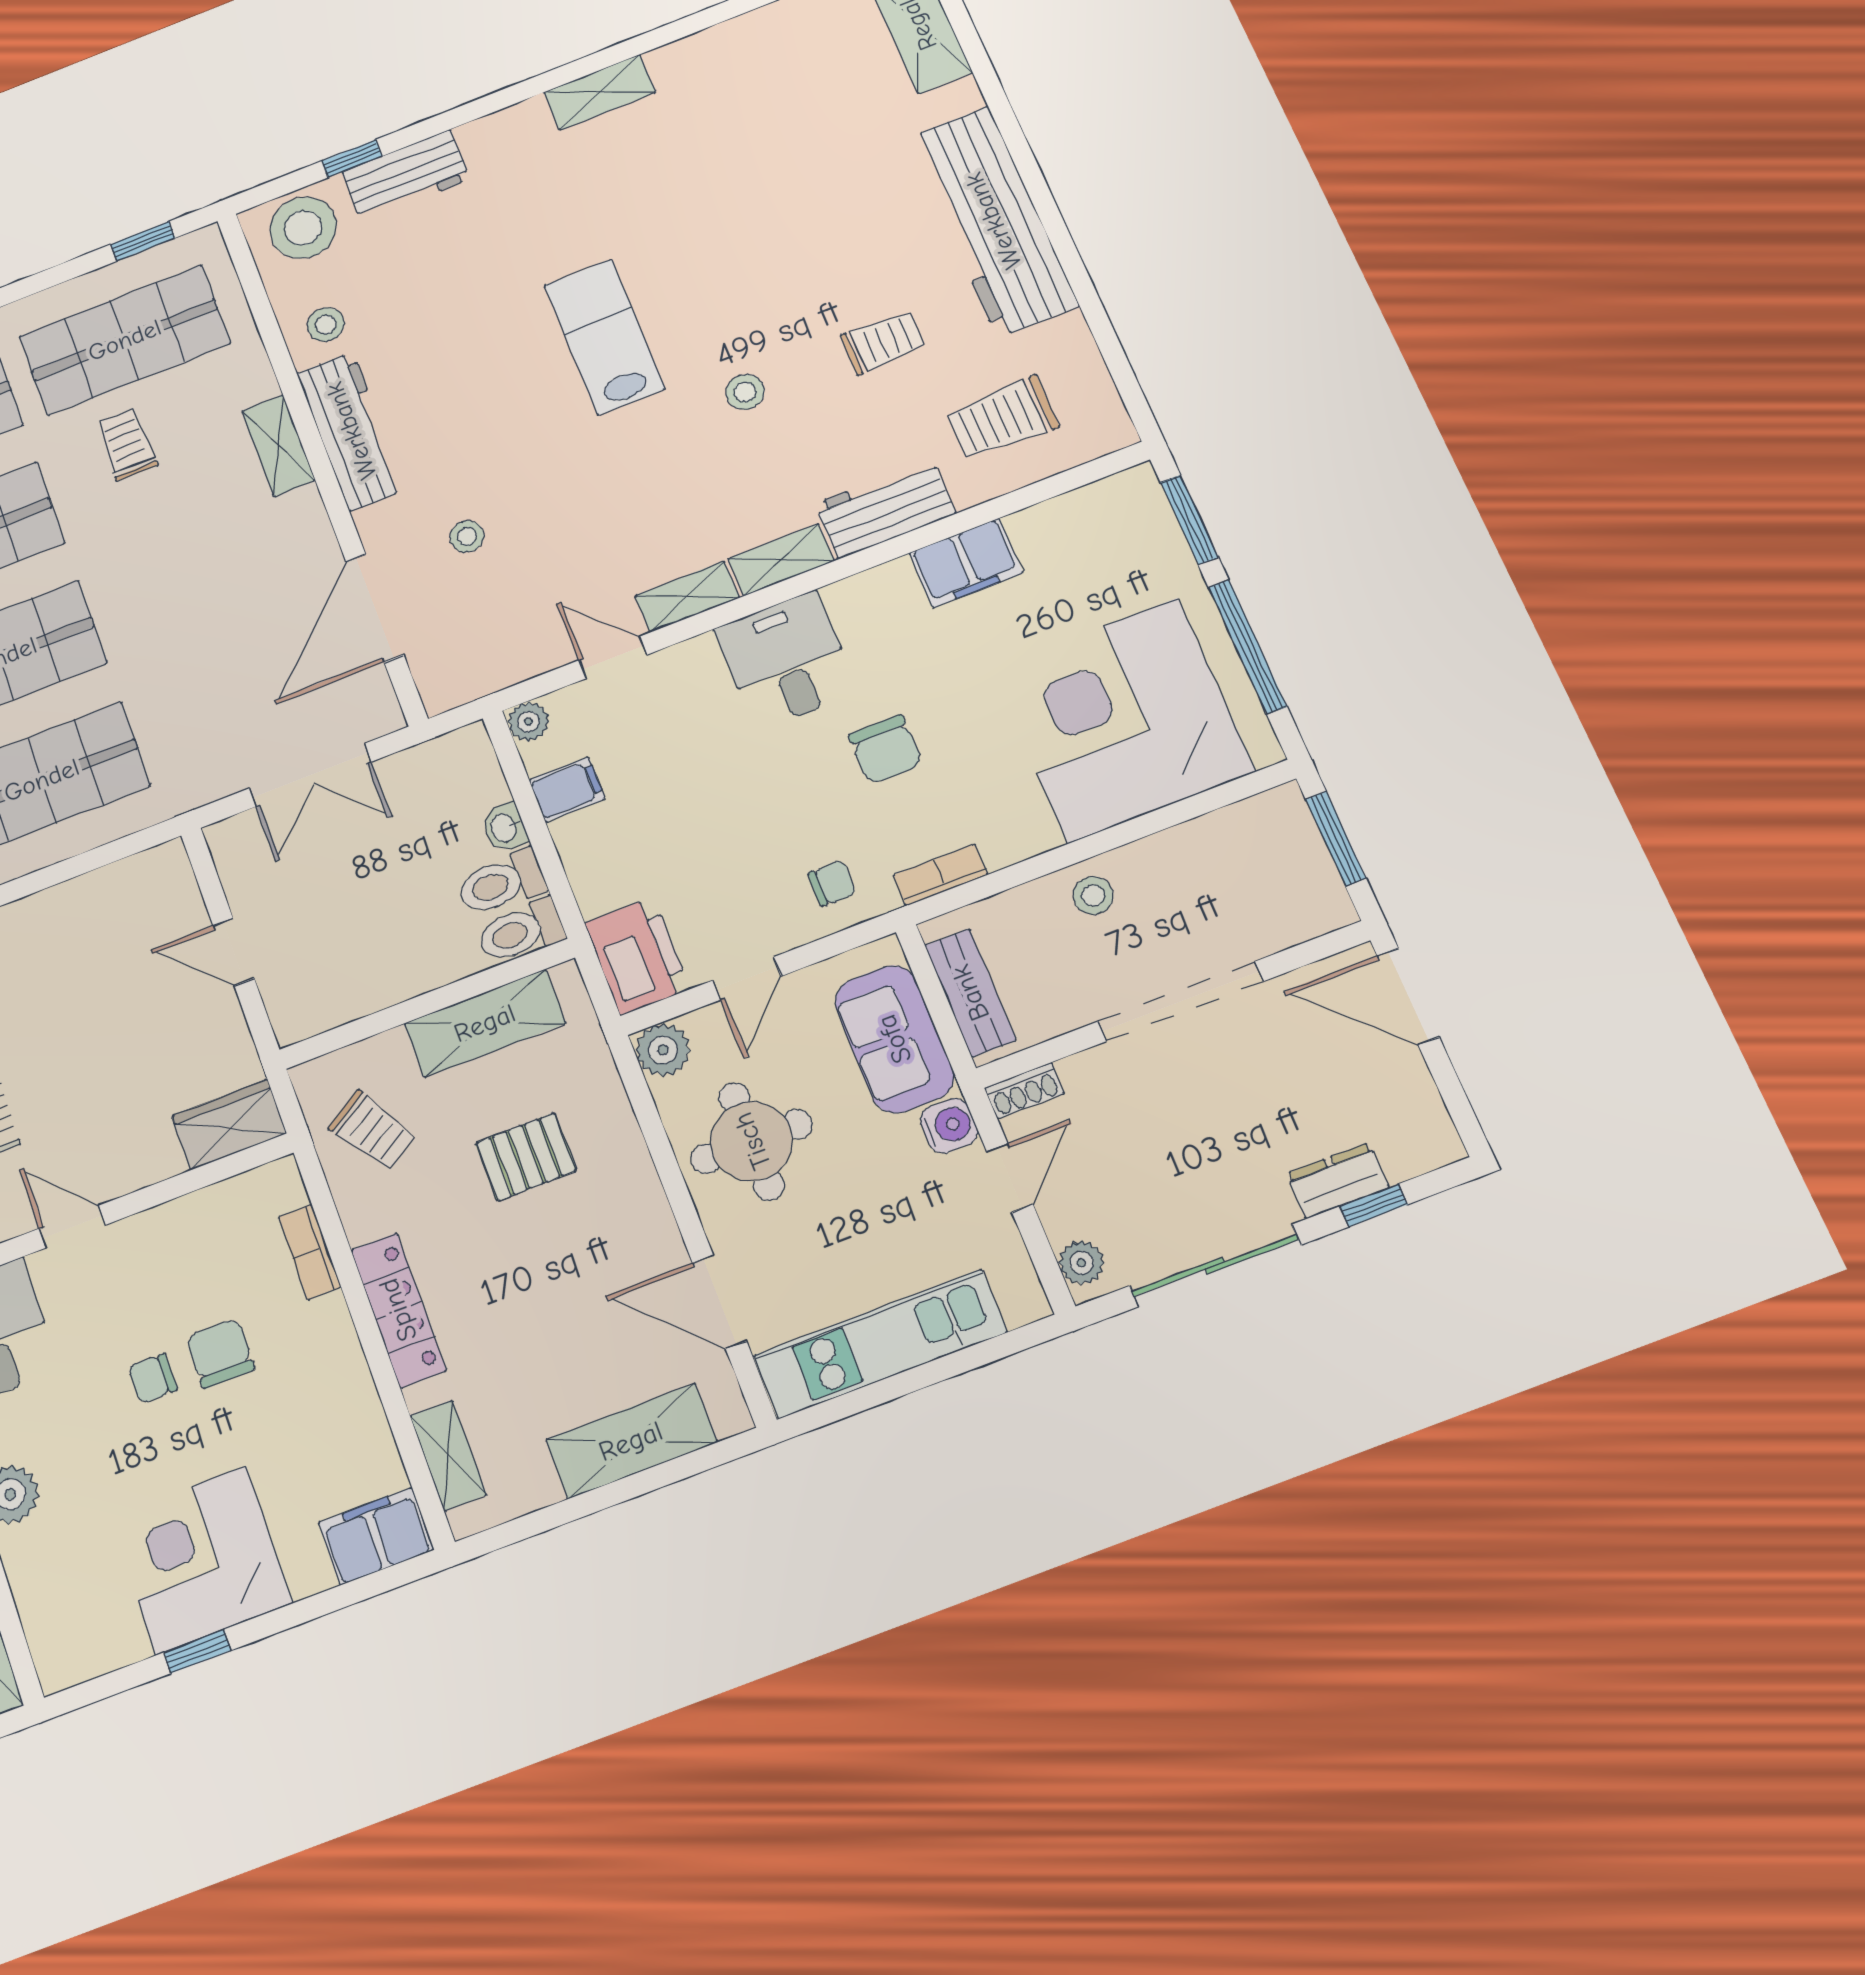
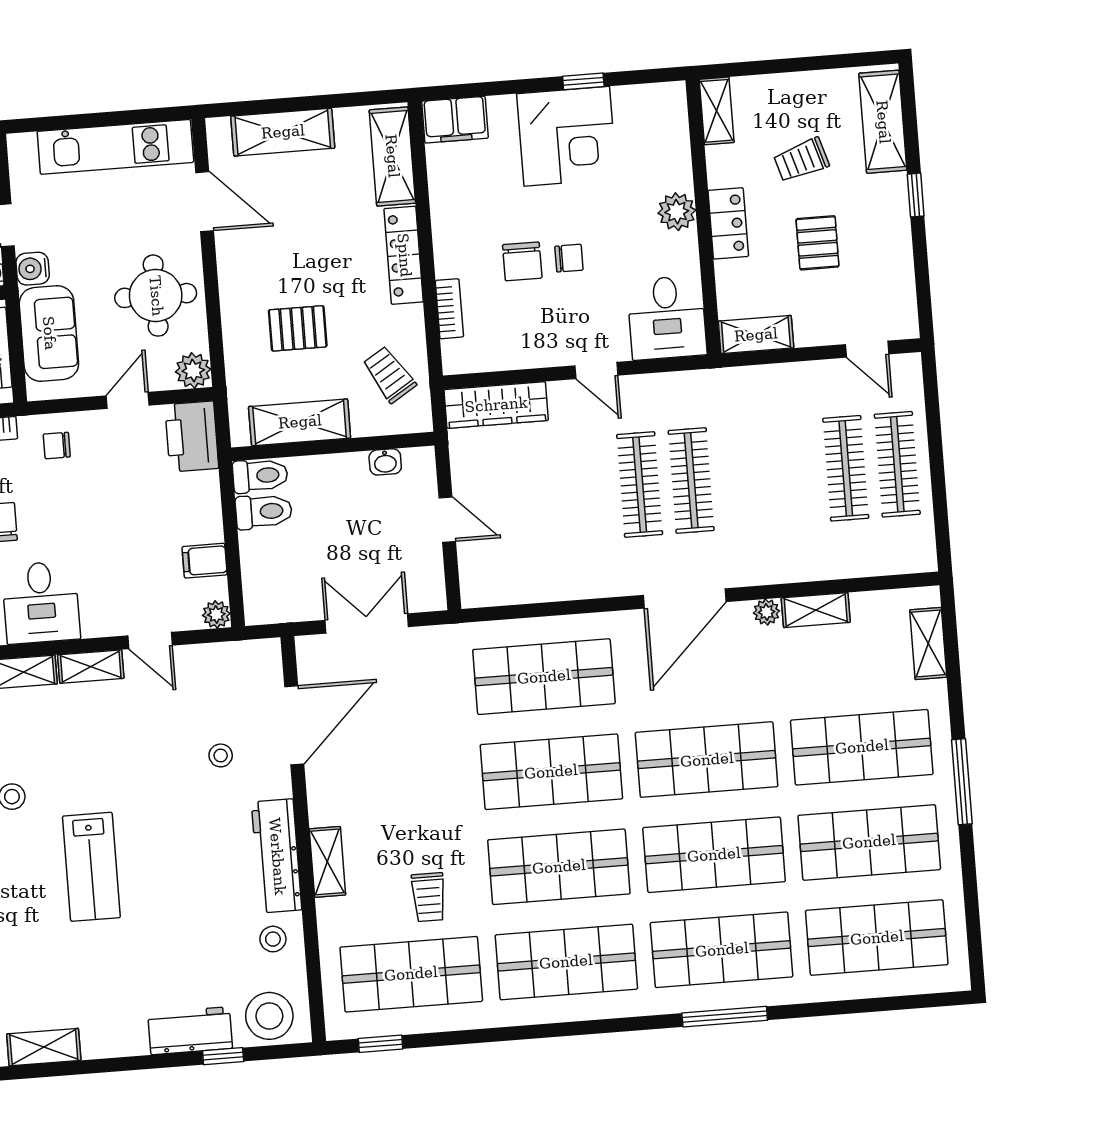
washbasin: (504, 828) -> (385, 462), moved, turned 90
wardrobe: (229, 1125) -> (496, 405), width x1.50
shelving: (448, 1455) -> (392, 156), width x1.50, depth x1.33

